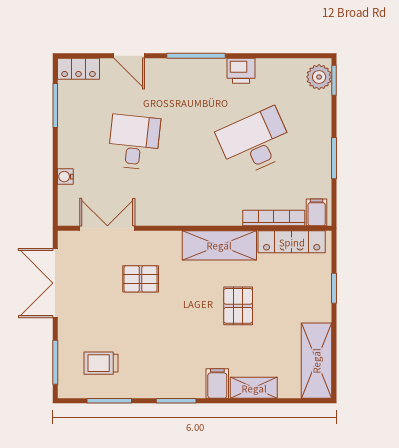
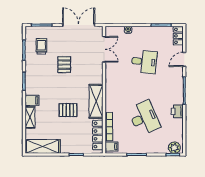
pallet: (141, 279) -> (64, 65), moved

